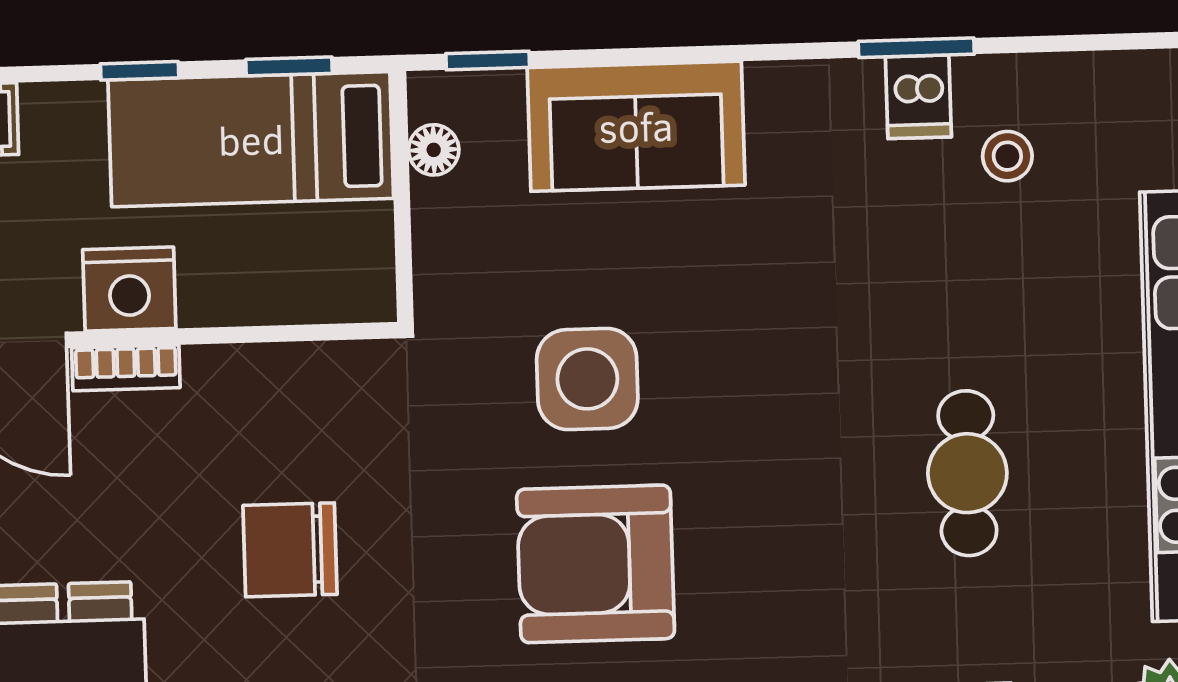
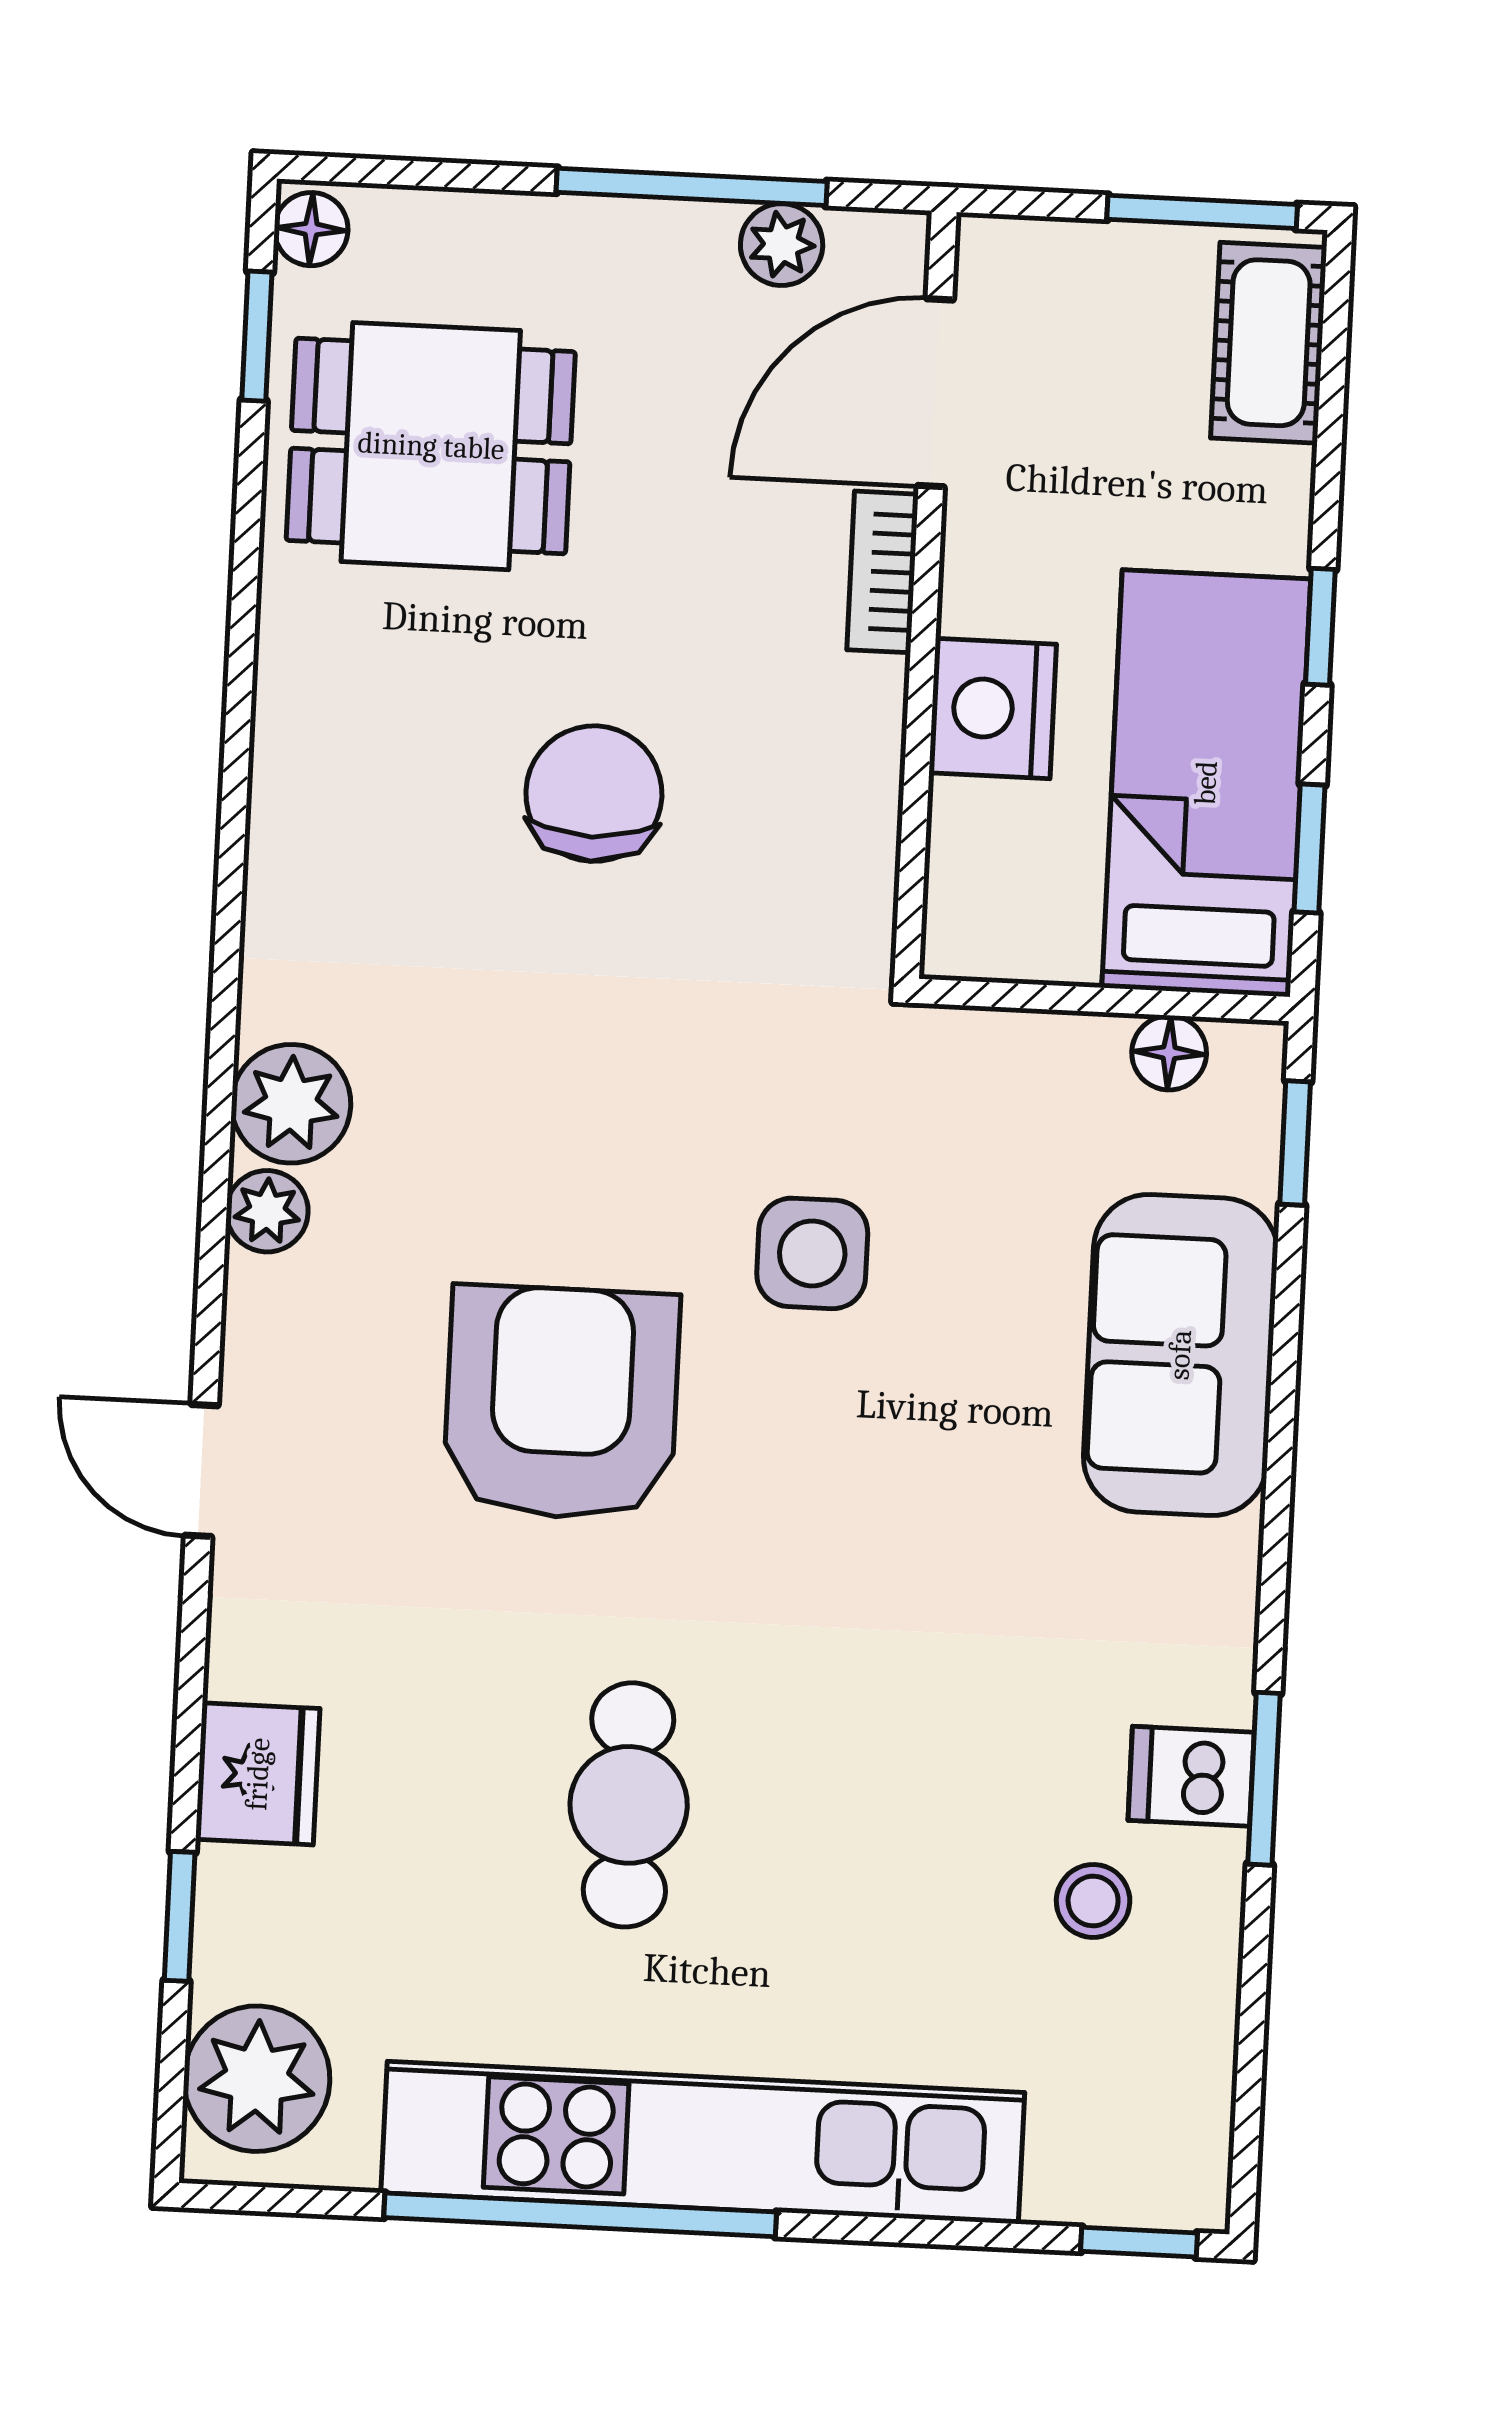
nightstand: (129, 289) -> (993, 708), moved
side table: (587, 379) -> (812, 1253), width x0.73, depth x0.73
cafe table: (967, 473) -> (629, 1805), turned 90
armchair: (596, 564) -> (561, 1403), moved

